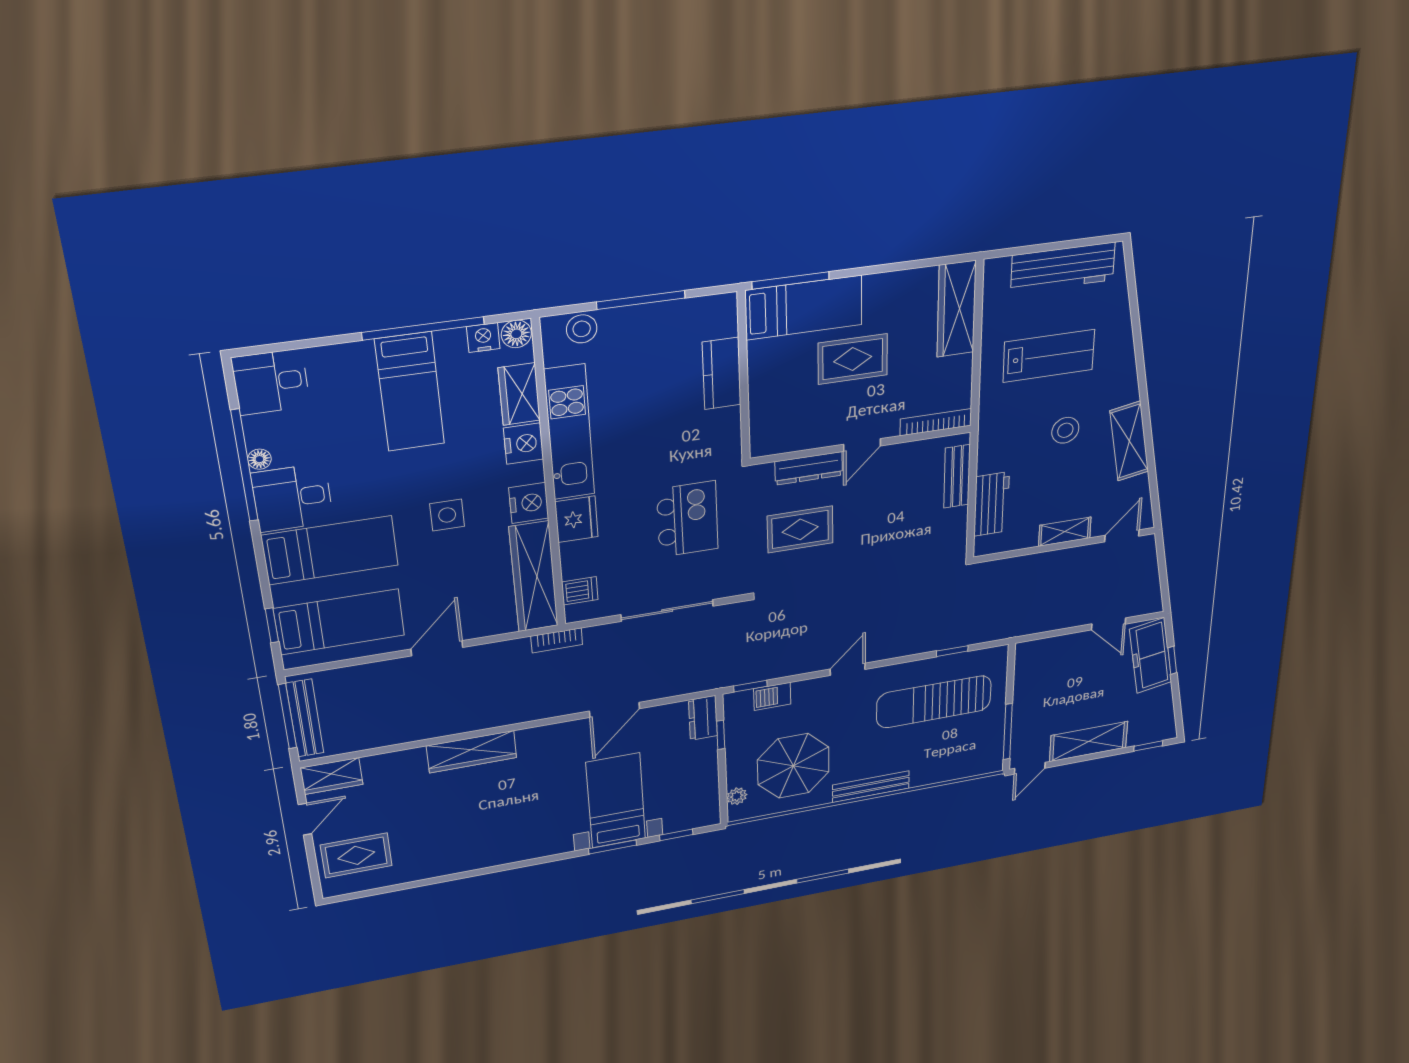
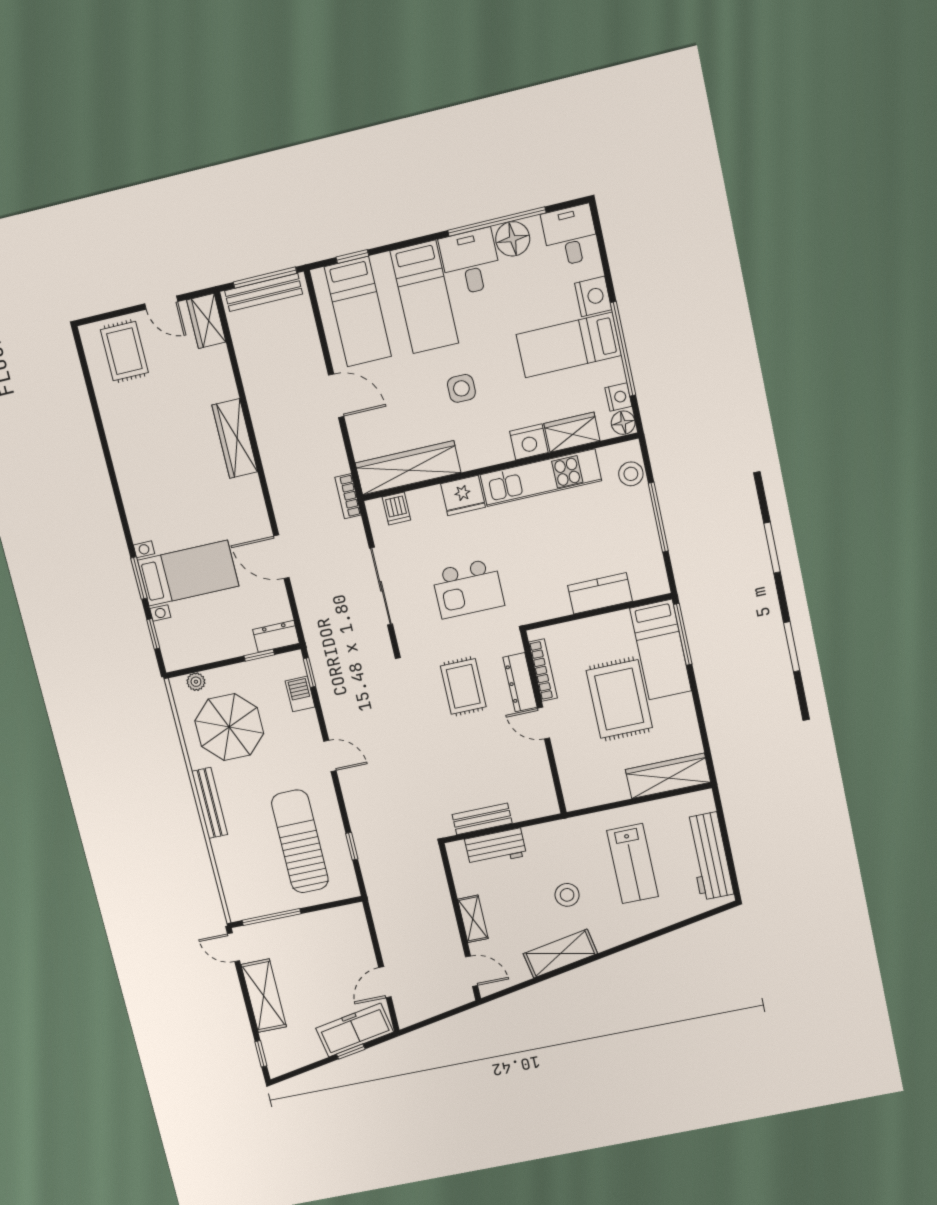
rug: (853, 359) -> (619, 699), width x1.36, depth x1.43
bookcase: (936, 422) -> (543, 670), moved
floor lamp: (259, 459) -> (513, 239), width x1.89, depth x1.89
bench: (957, 476) -> (482, 819), moved
nightstand: (529, 503) -> (593, 296), moved, turned -90

